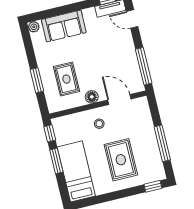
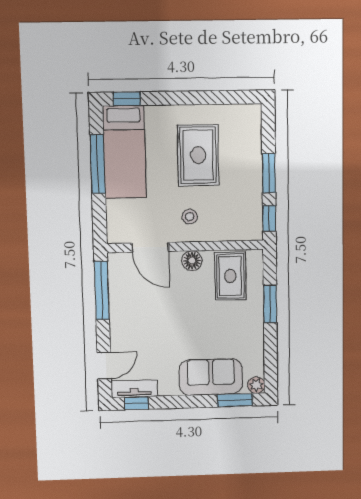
window: (45, 14) -> (235, 400), added
door: (132, 19) -> (104, 366), hinge flipped
rug: (66, 79) -> (230, 276), moved
rug: (121, 160) -> (198, 155), moved
bed: (76, 171) -> (124, 152), moved

